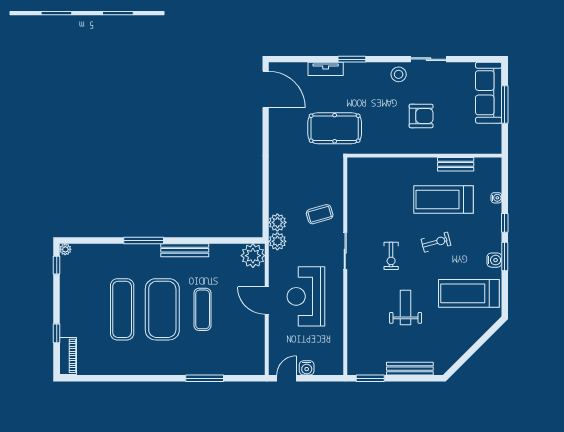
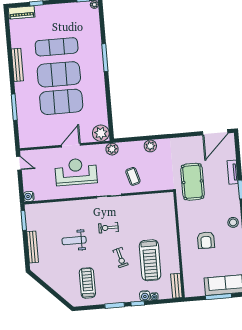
bench: (456, 164) -> (176, 286), moved
treadmill: (443, 200) -> (150, 260), turned 180
plant: (277, 222) -> (150, 146), moved
bench: (185, 250) -> (17, 65), moved
water cooler: (494, 260) -> (145, 296), moved
treadmill: (469, 293) -> (87, 283), width x0.73, depth x0.73
weight bench: (406, 308) -> (74, 241), turned 180
exercise mat: (203, 309) -> (61, 102), width x2.00, depth x1.45
water cooler: (307, 368) -> (29, 196), moved

